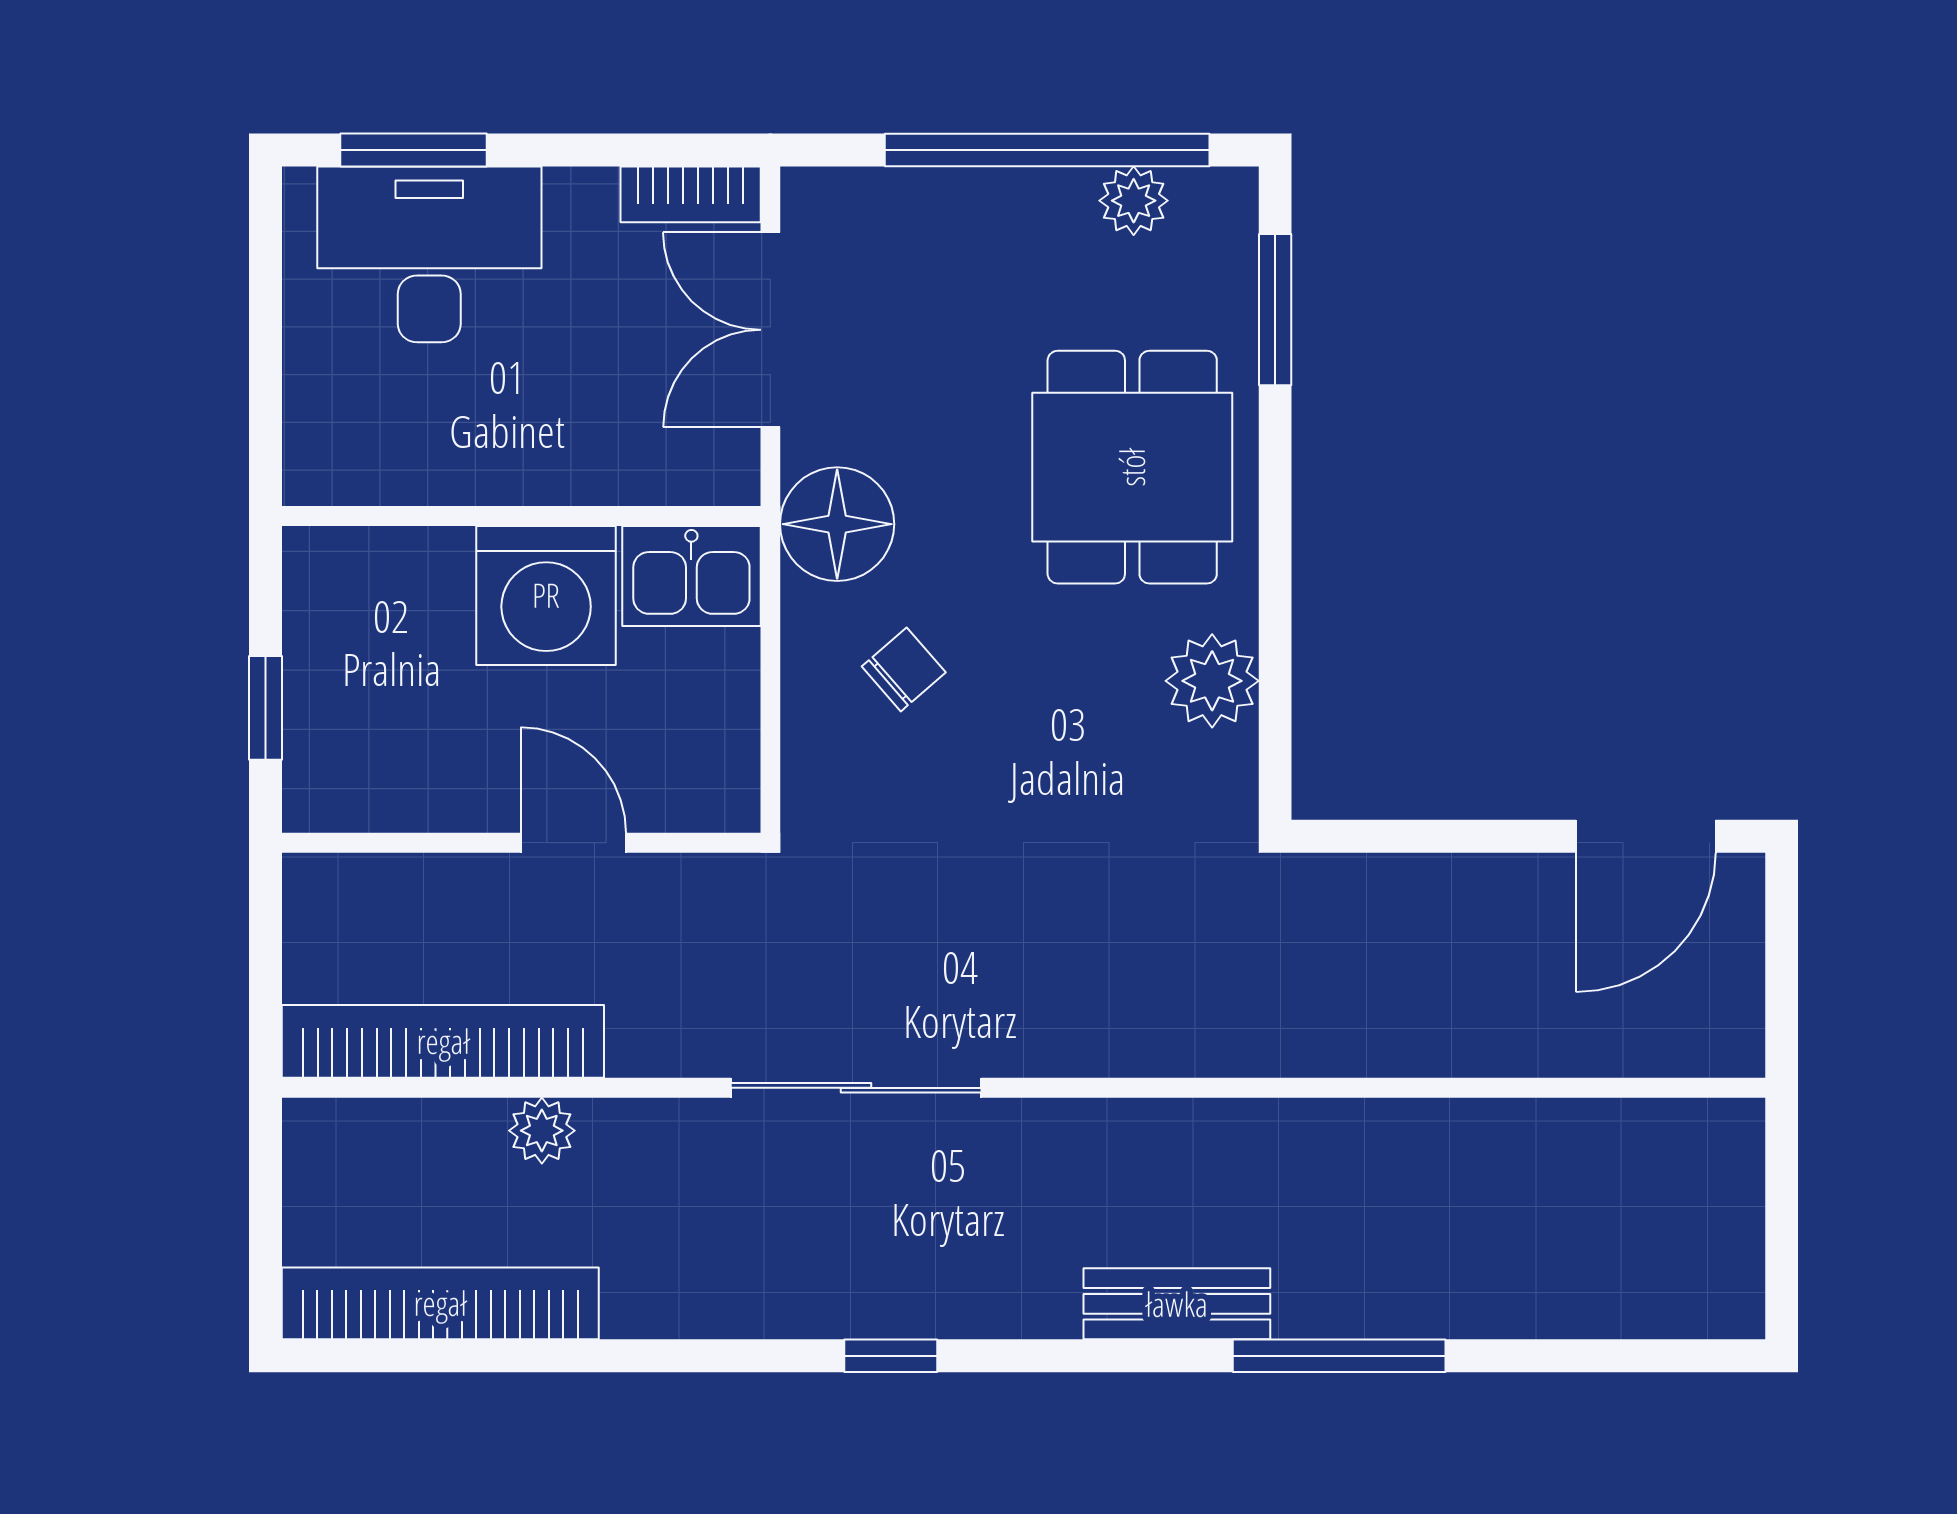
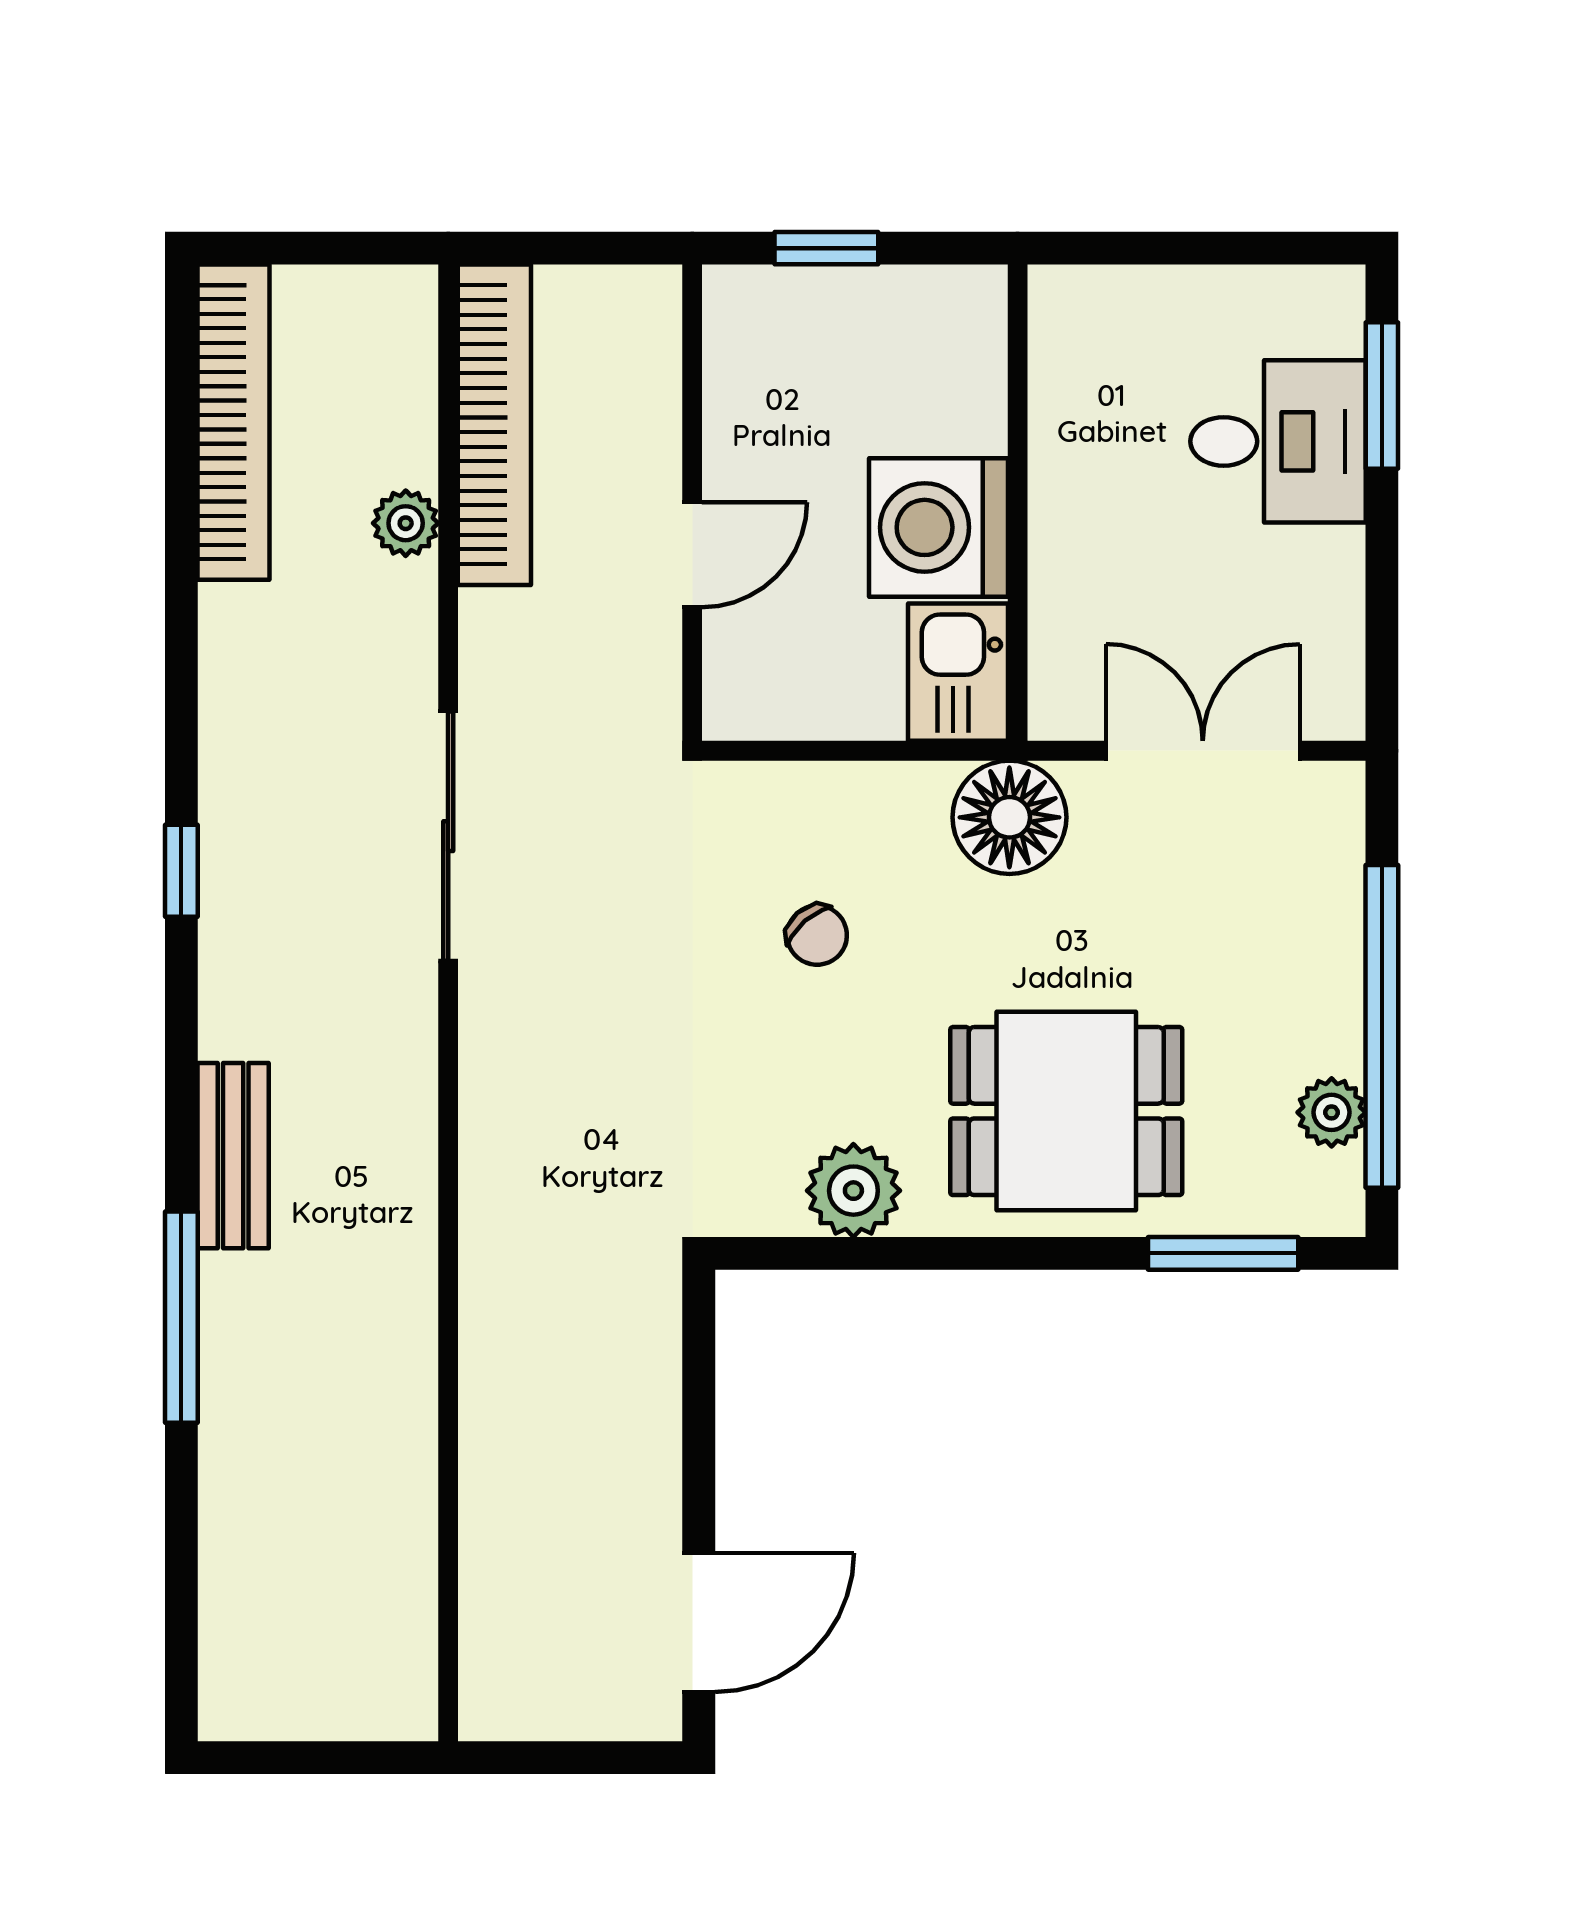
bookcase: (691, 194) -> (1338, 671), removed
desk: (429, 254) -> (1278, 441), width x0.73
chair: (904, 669) -> (817, 935), moved
door: (1646, 836) -> (699, 1622), swing flipped

